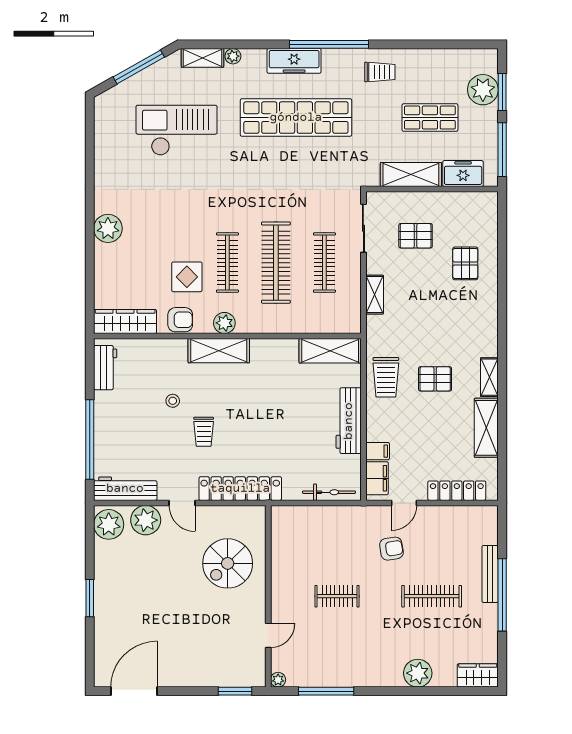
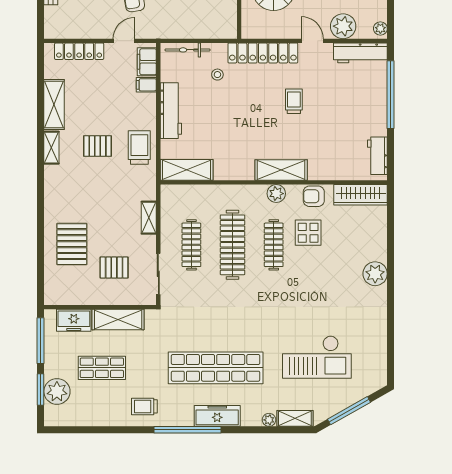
pallet: (465, 263) -> (72, 244), width x1.50, depth x1.42
stool: (173, 401) -> (217, 75), moved
plant: (109, 524) -> (380, 29), width x0.53, depth x0.53

